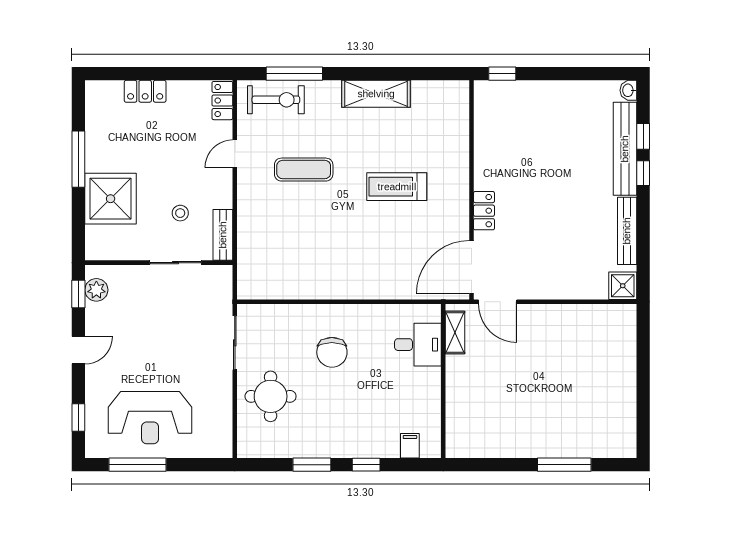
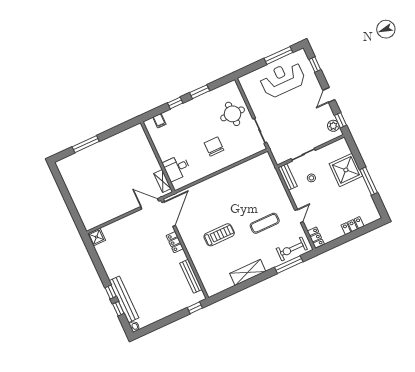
bench: (627, 231) -> (191, 276), moved

